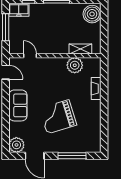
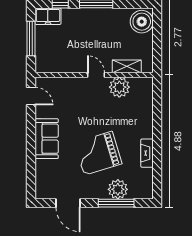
door: (30, 56) -> (96, 75), moved
fireplace: (96, 89) -> (147, 153), moved
plant: (16, 145) -> (118, 189), moved

